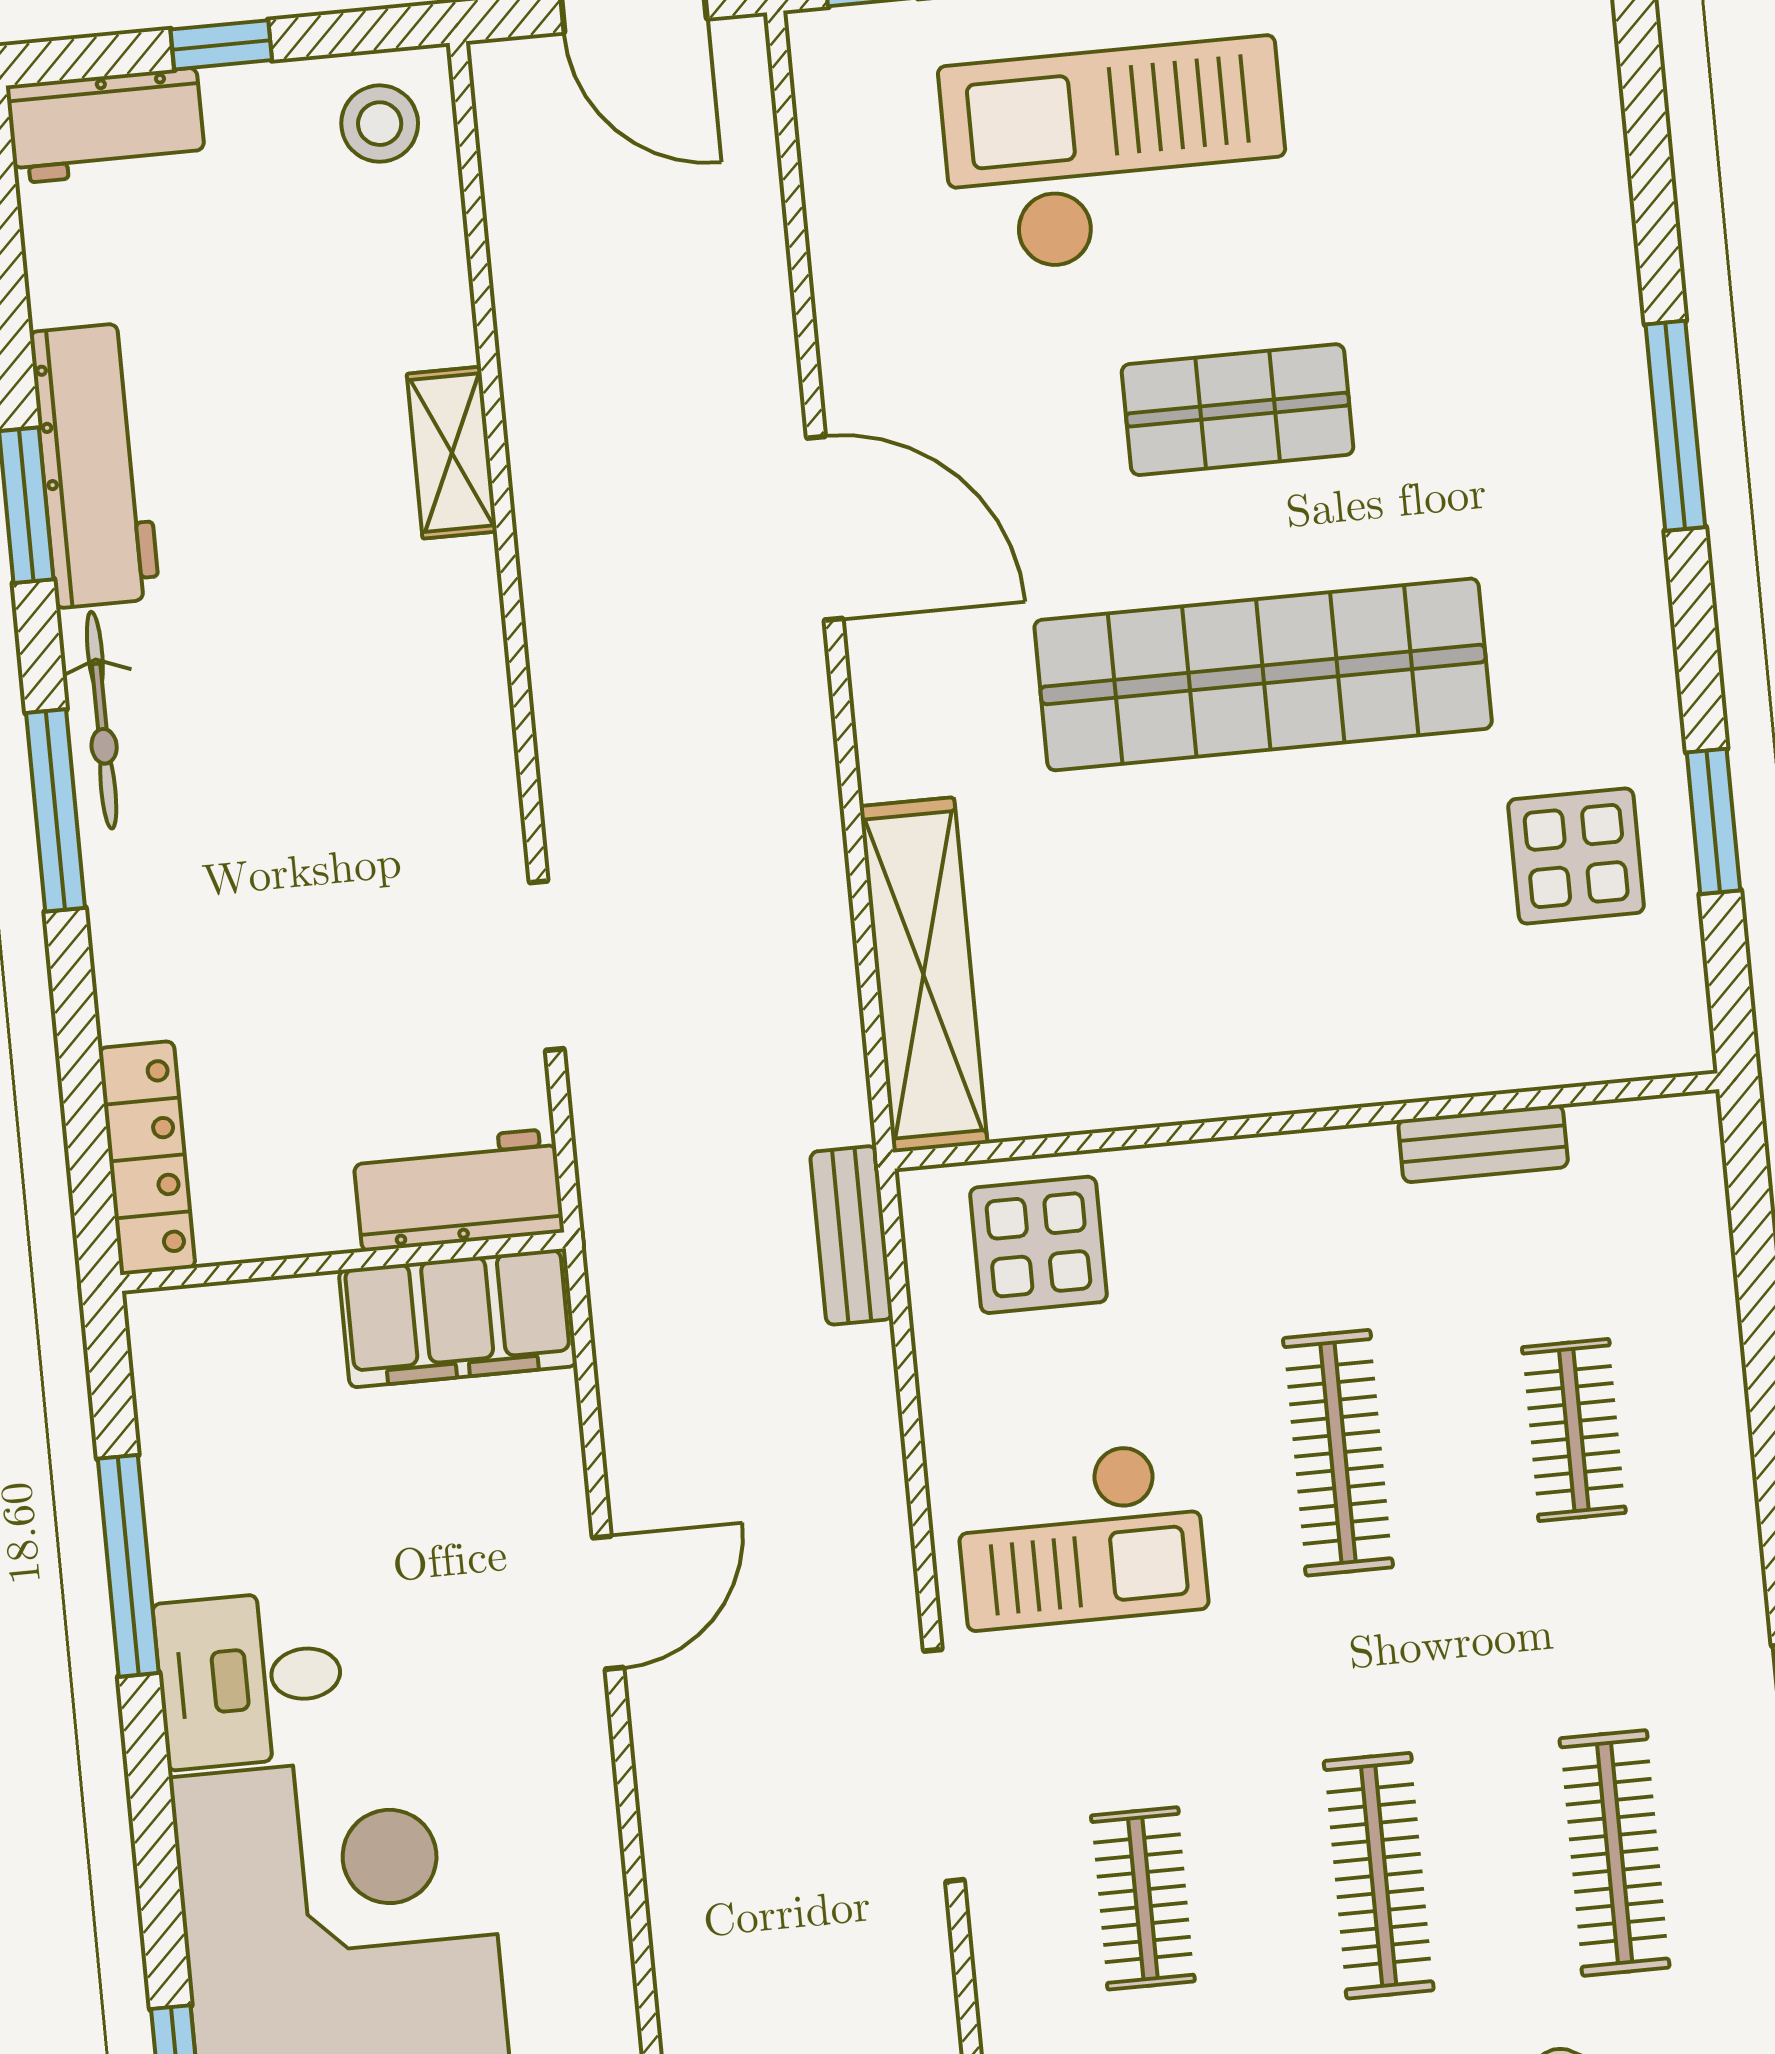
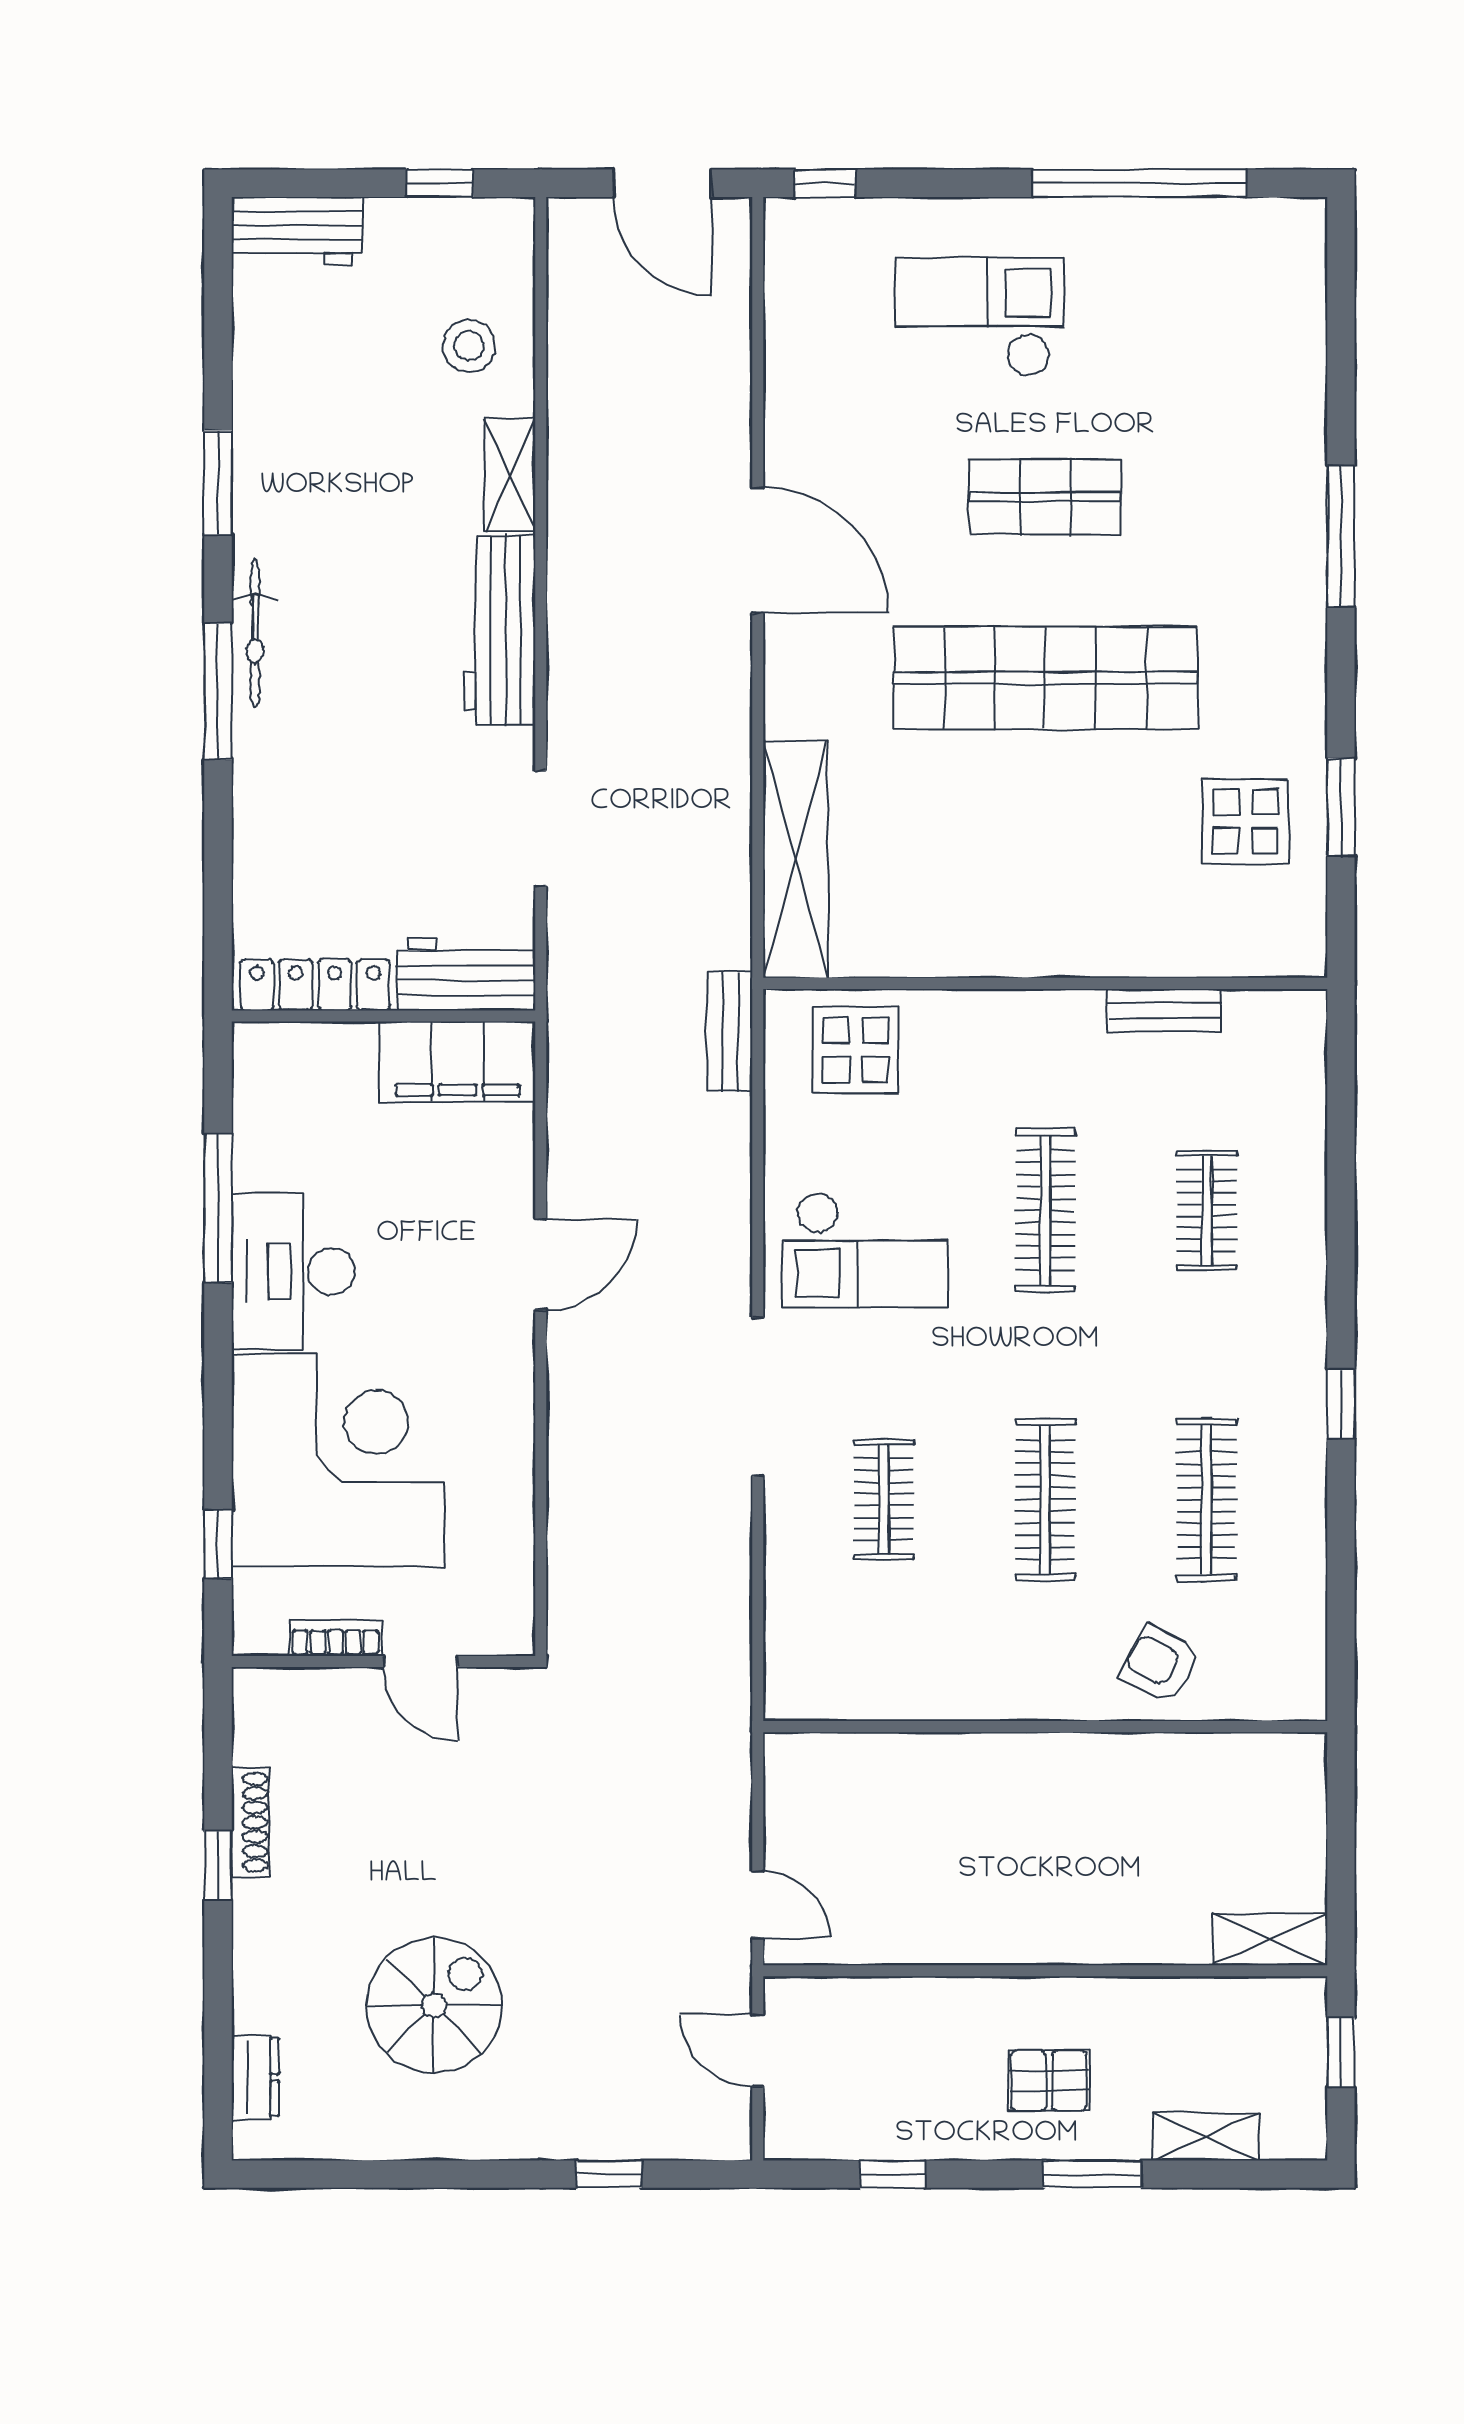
window: (221, 45) -> (440, 183), moved
stool: (380, 124) -> (469, 346), moved
checkout: (1116, 156) -> (979, 317), width x0.73, depth x0.83
workbench: (95, 465) -> (500, 630), moved, turned 180
locker: (147, 1158) -> (315, 985), moved, turned -90
desk: (250, 1679) -> (293, 1271), width x1.37

